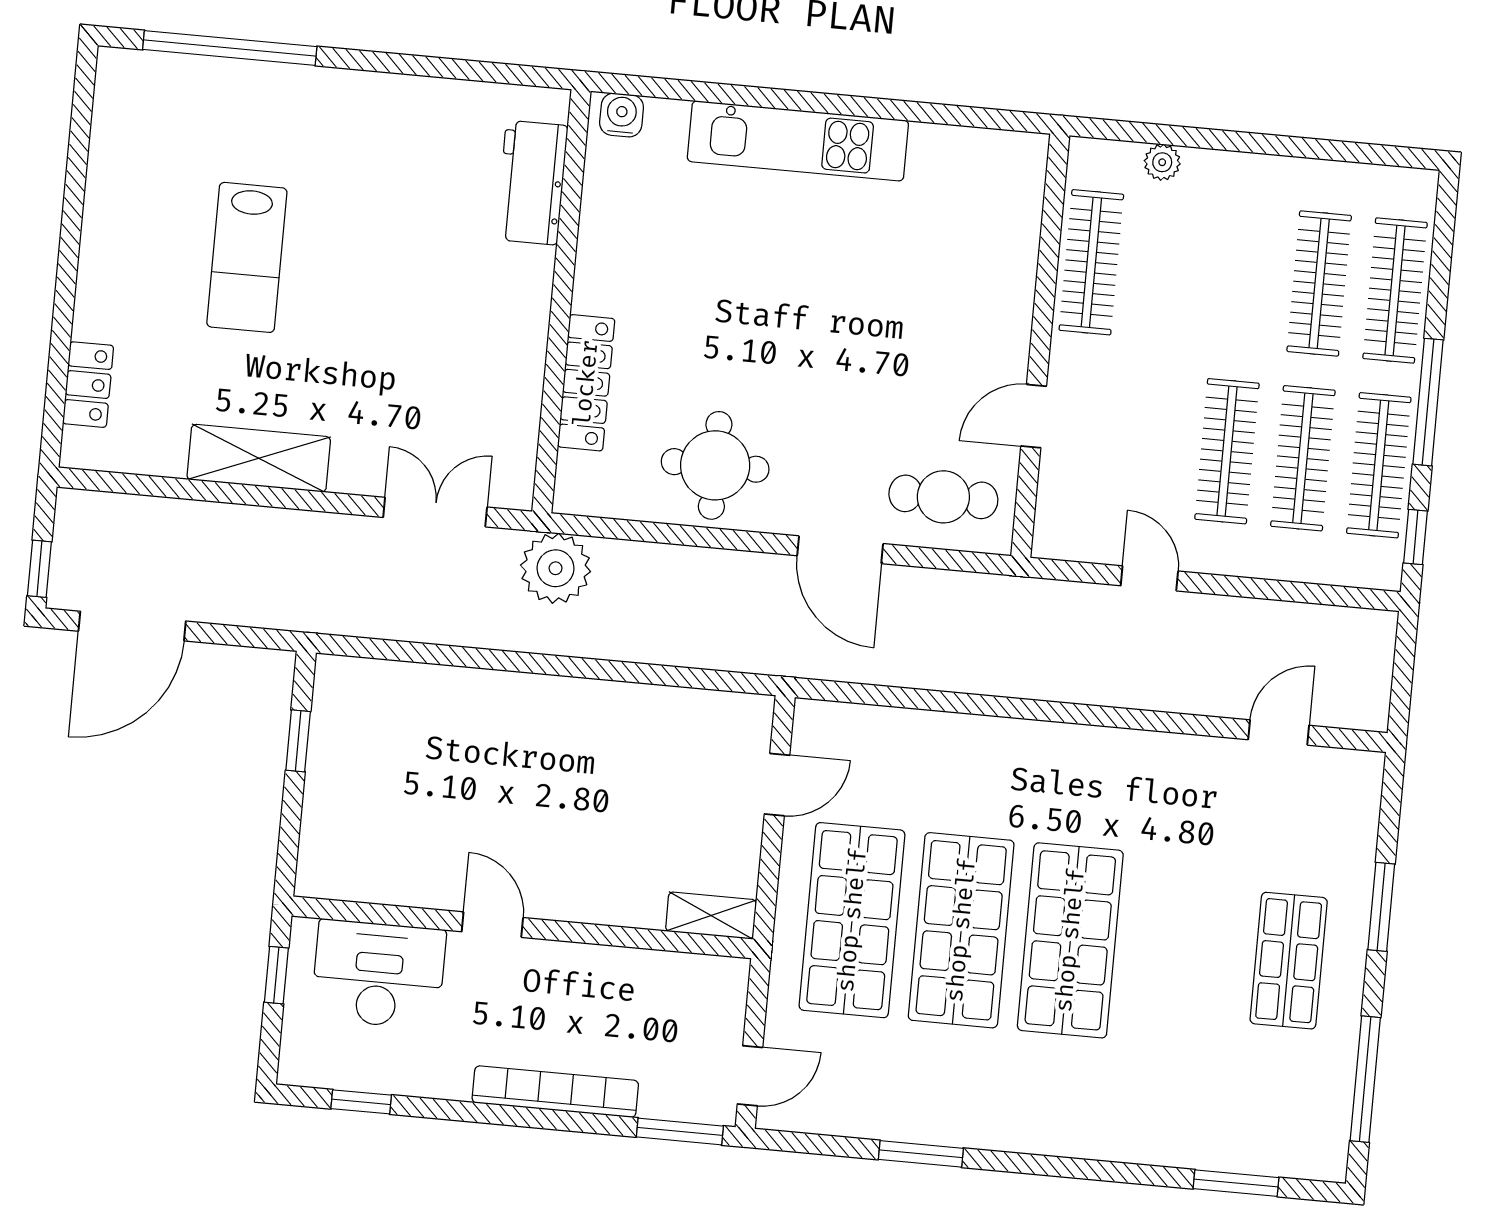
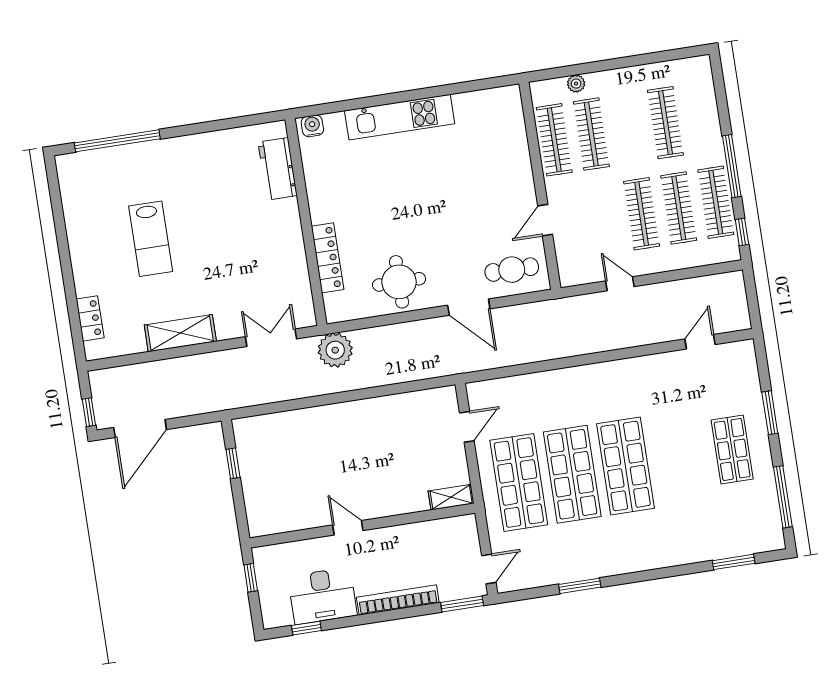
clothes rail: (1395, 290) -> (591, 134), moved
desk: (378, 974) -> (322, 596), moved, turned 180

